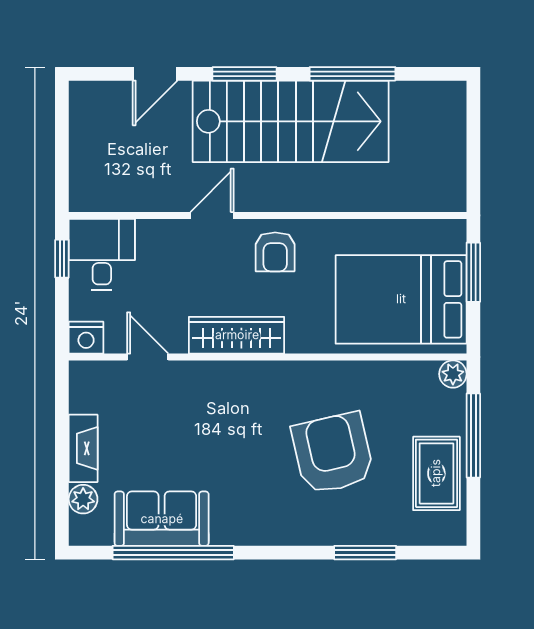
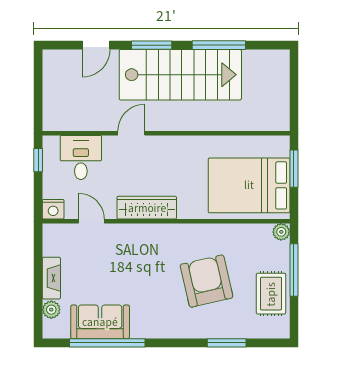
armchair: (275, 252) -> (171, 156), removed
desk: (102, 254) -> (81, 157), moved

